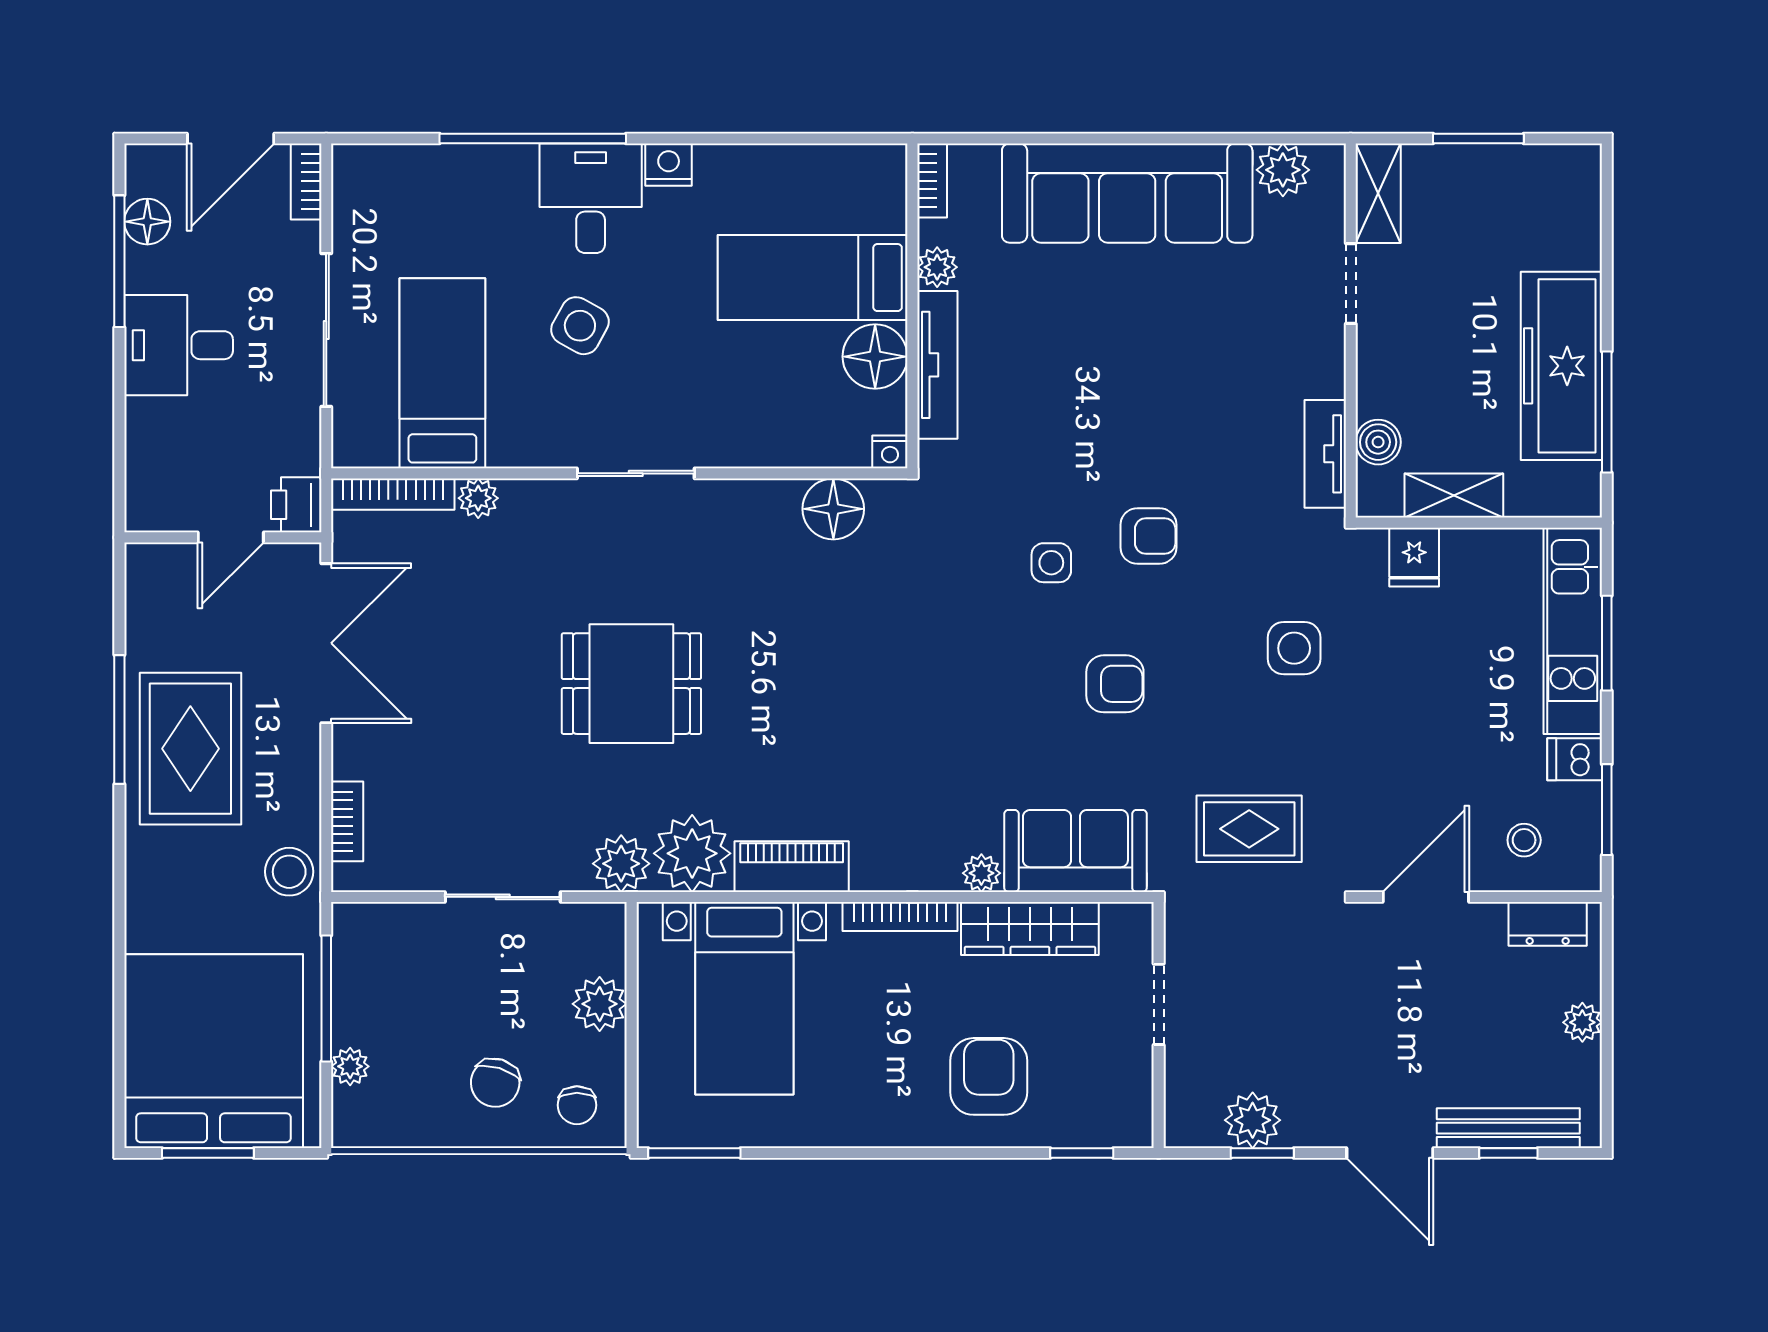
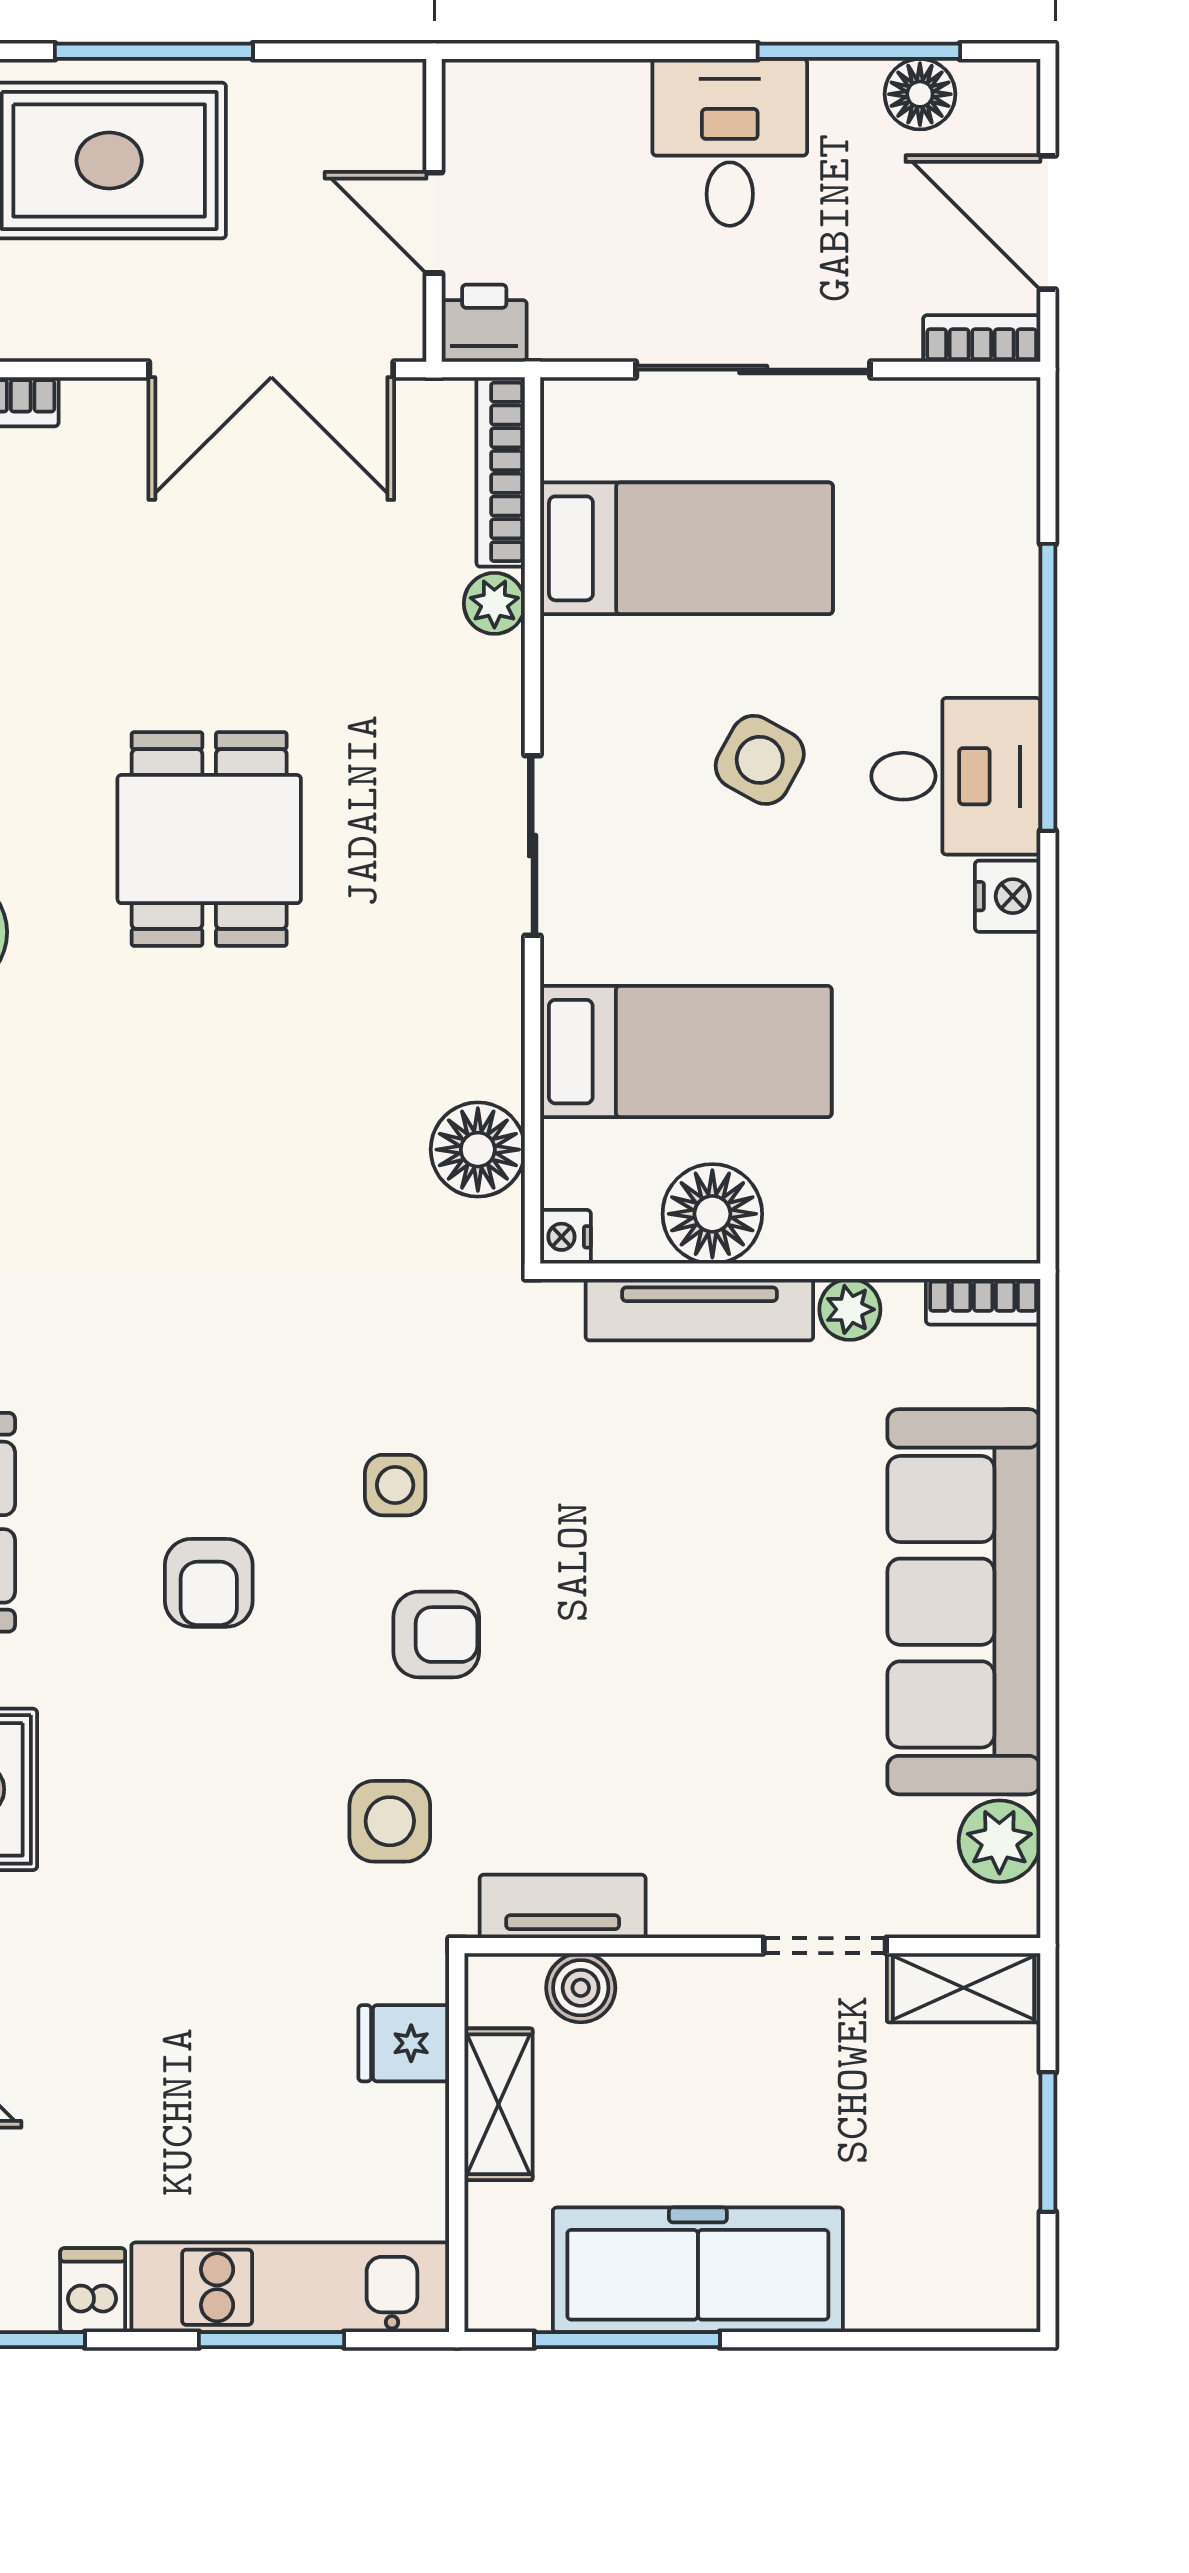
bed: (813, 278) -> (686, 1052), moved, turned 90
armchair: (1148, 536) -> (436, 1635), turned -90
side table: (1294, 648) -> (390, 1821), moved

